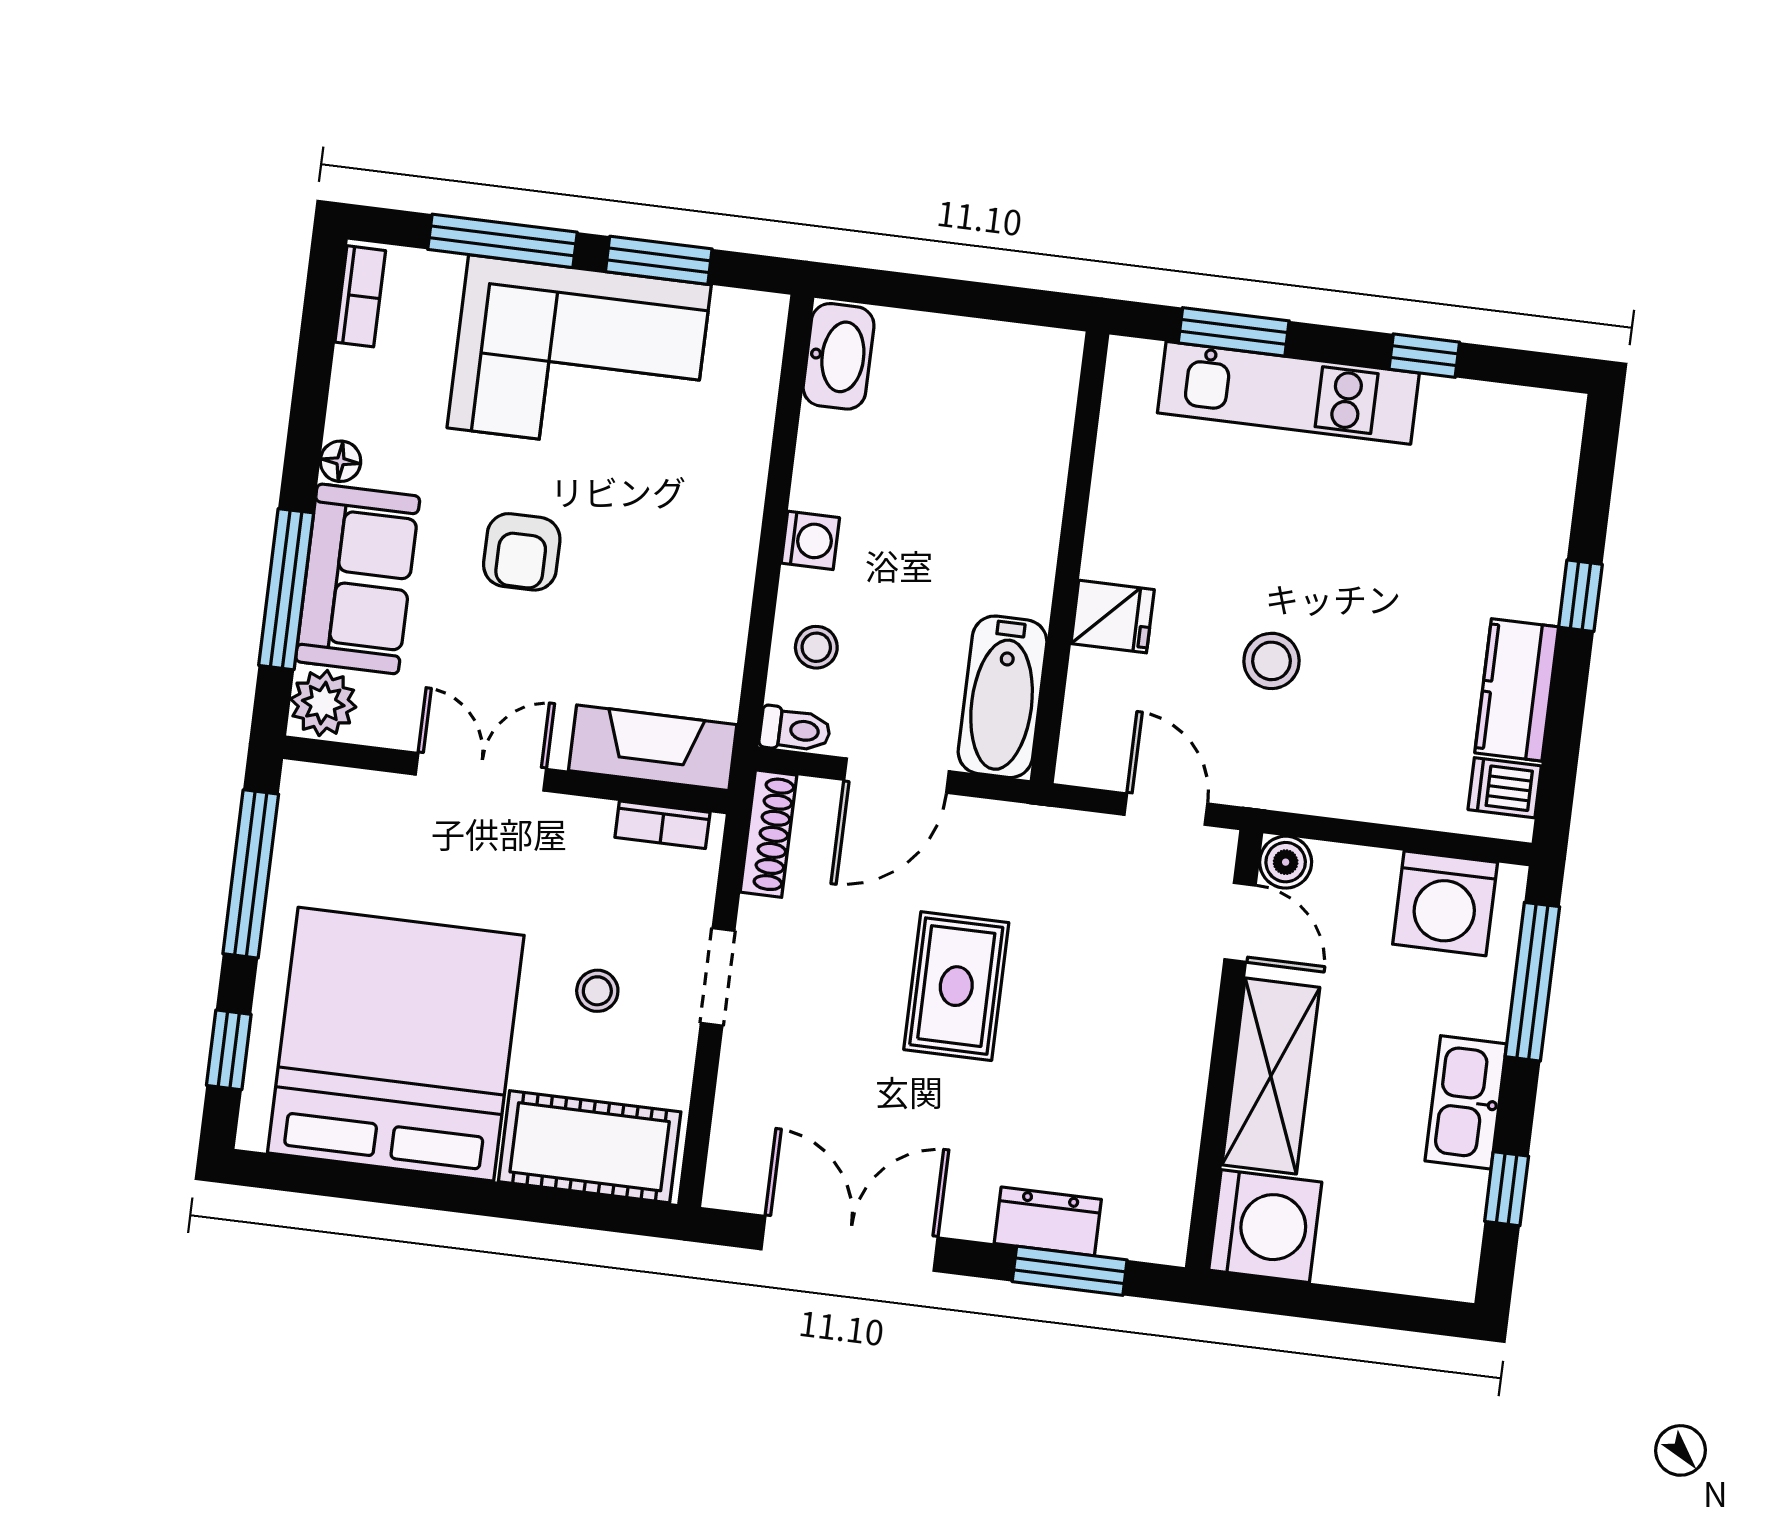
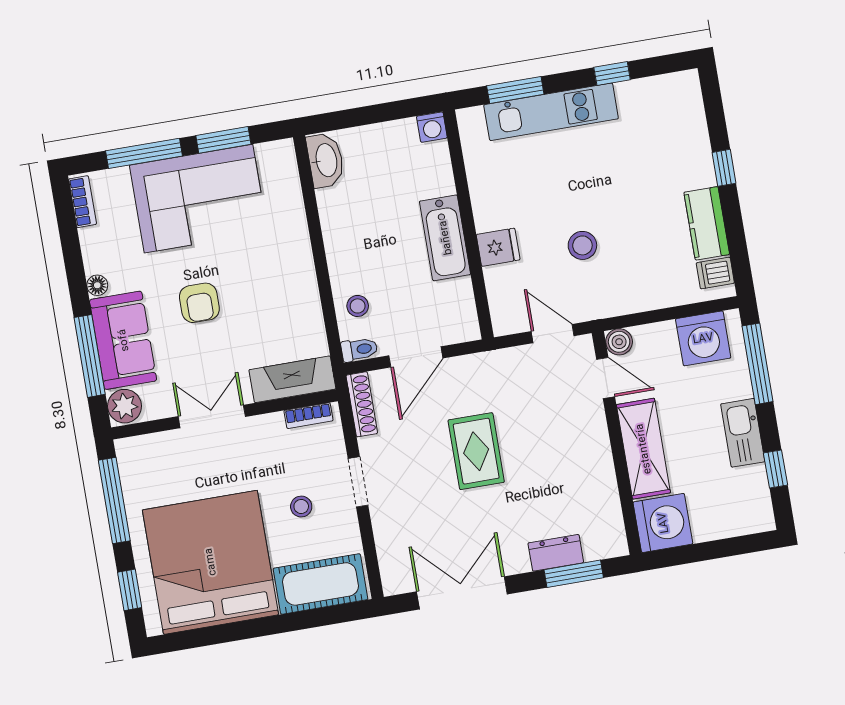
washing machine: (810, 540) -> (432, 127), moved, turned 90
bathtub: (1003, 697) -> (445, 238), moved

